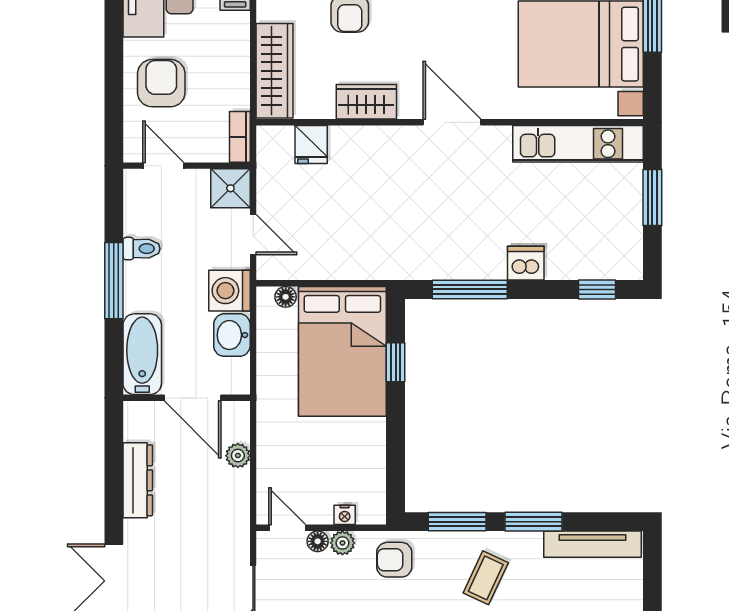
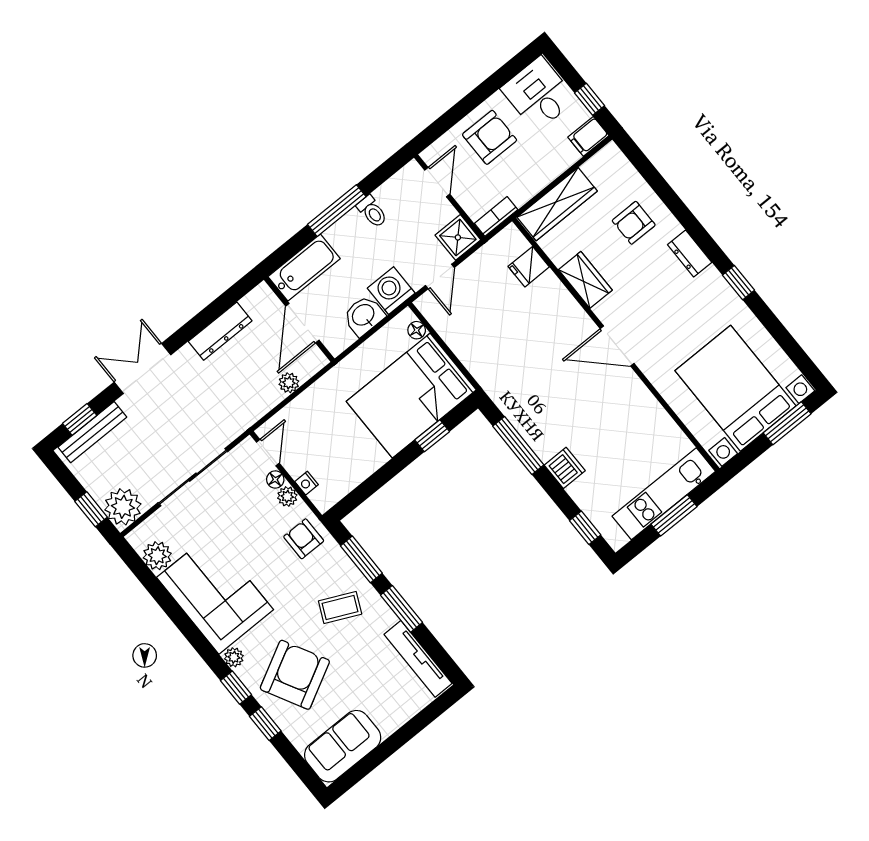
door: (452, 122) -> (617, 346), swing flipped
kitchen unit: (578, 144) -> (664, 494), moved, turned 90

